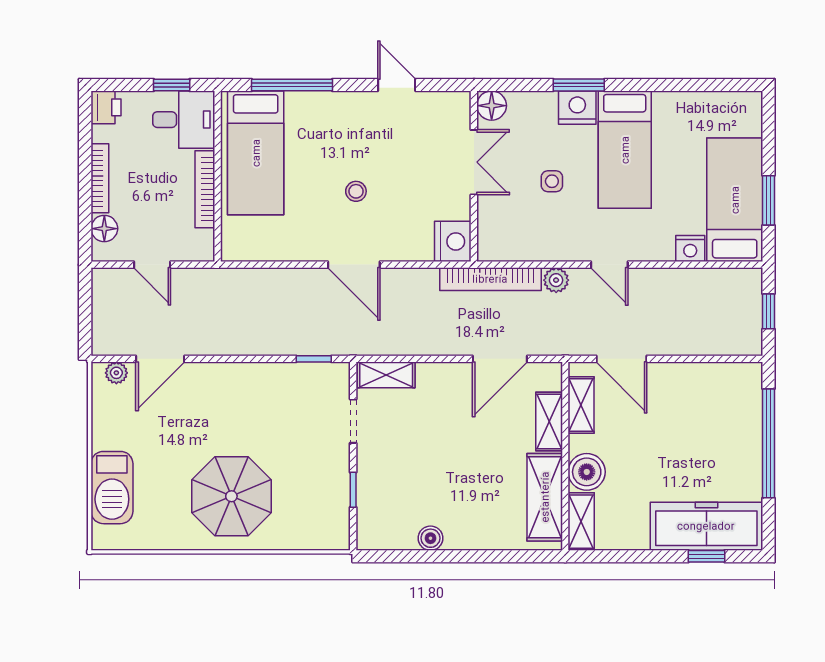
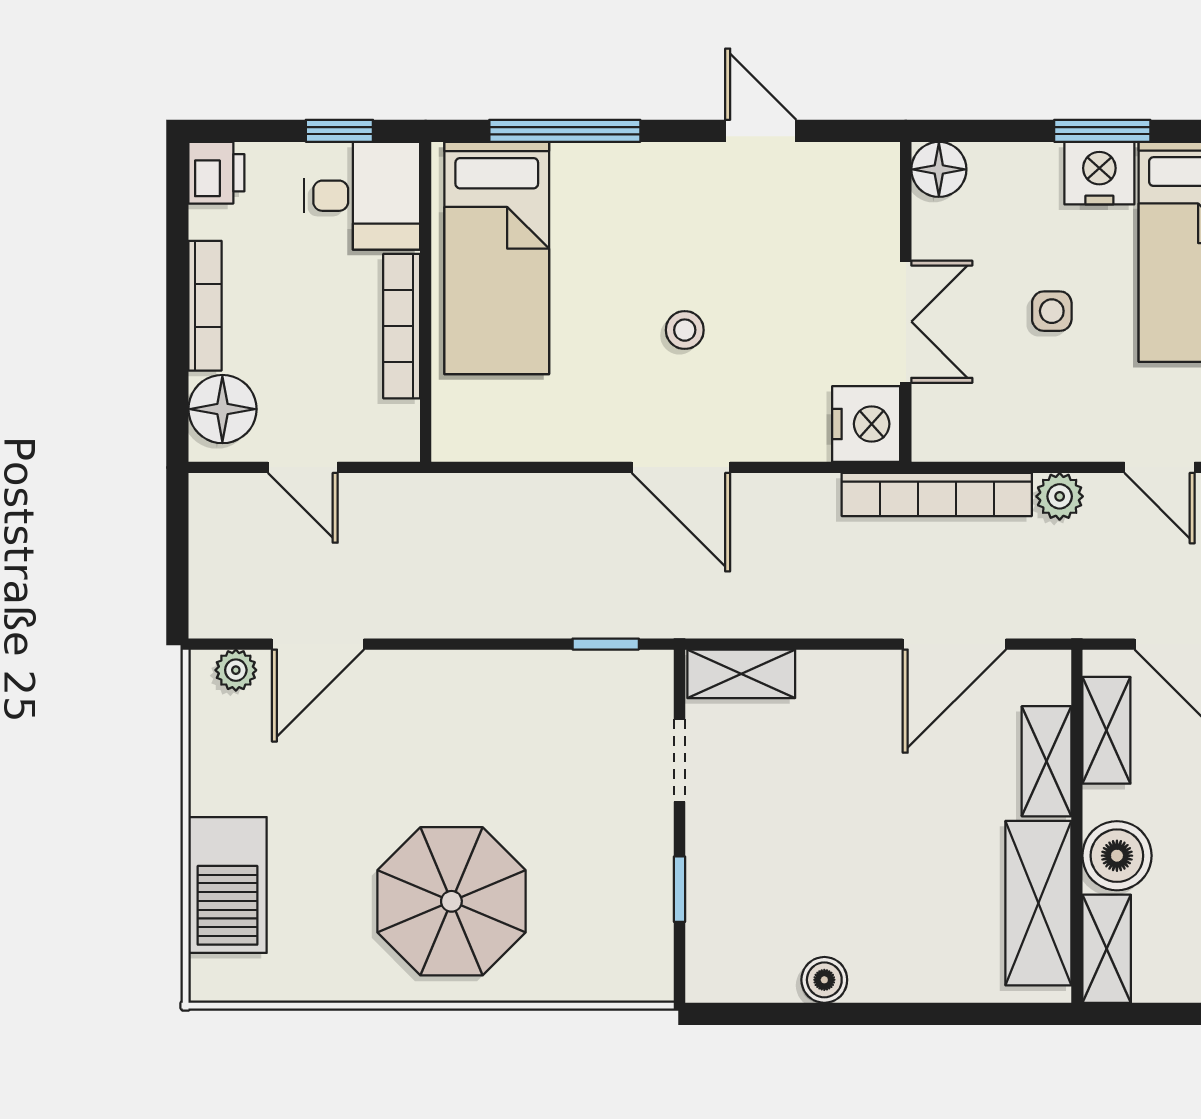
double door: (474, 162) -> (906, 322), moved
floor lamp: (104, 229) -> (222, 409), width x1.38, depth x1.38

